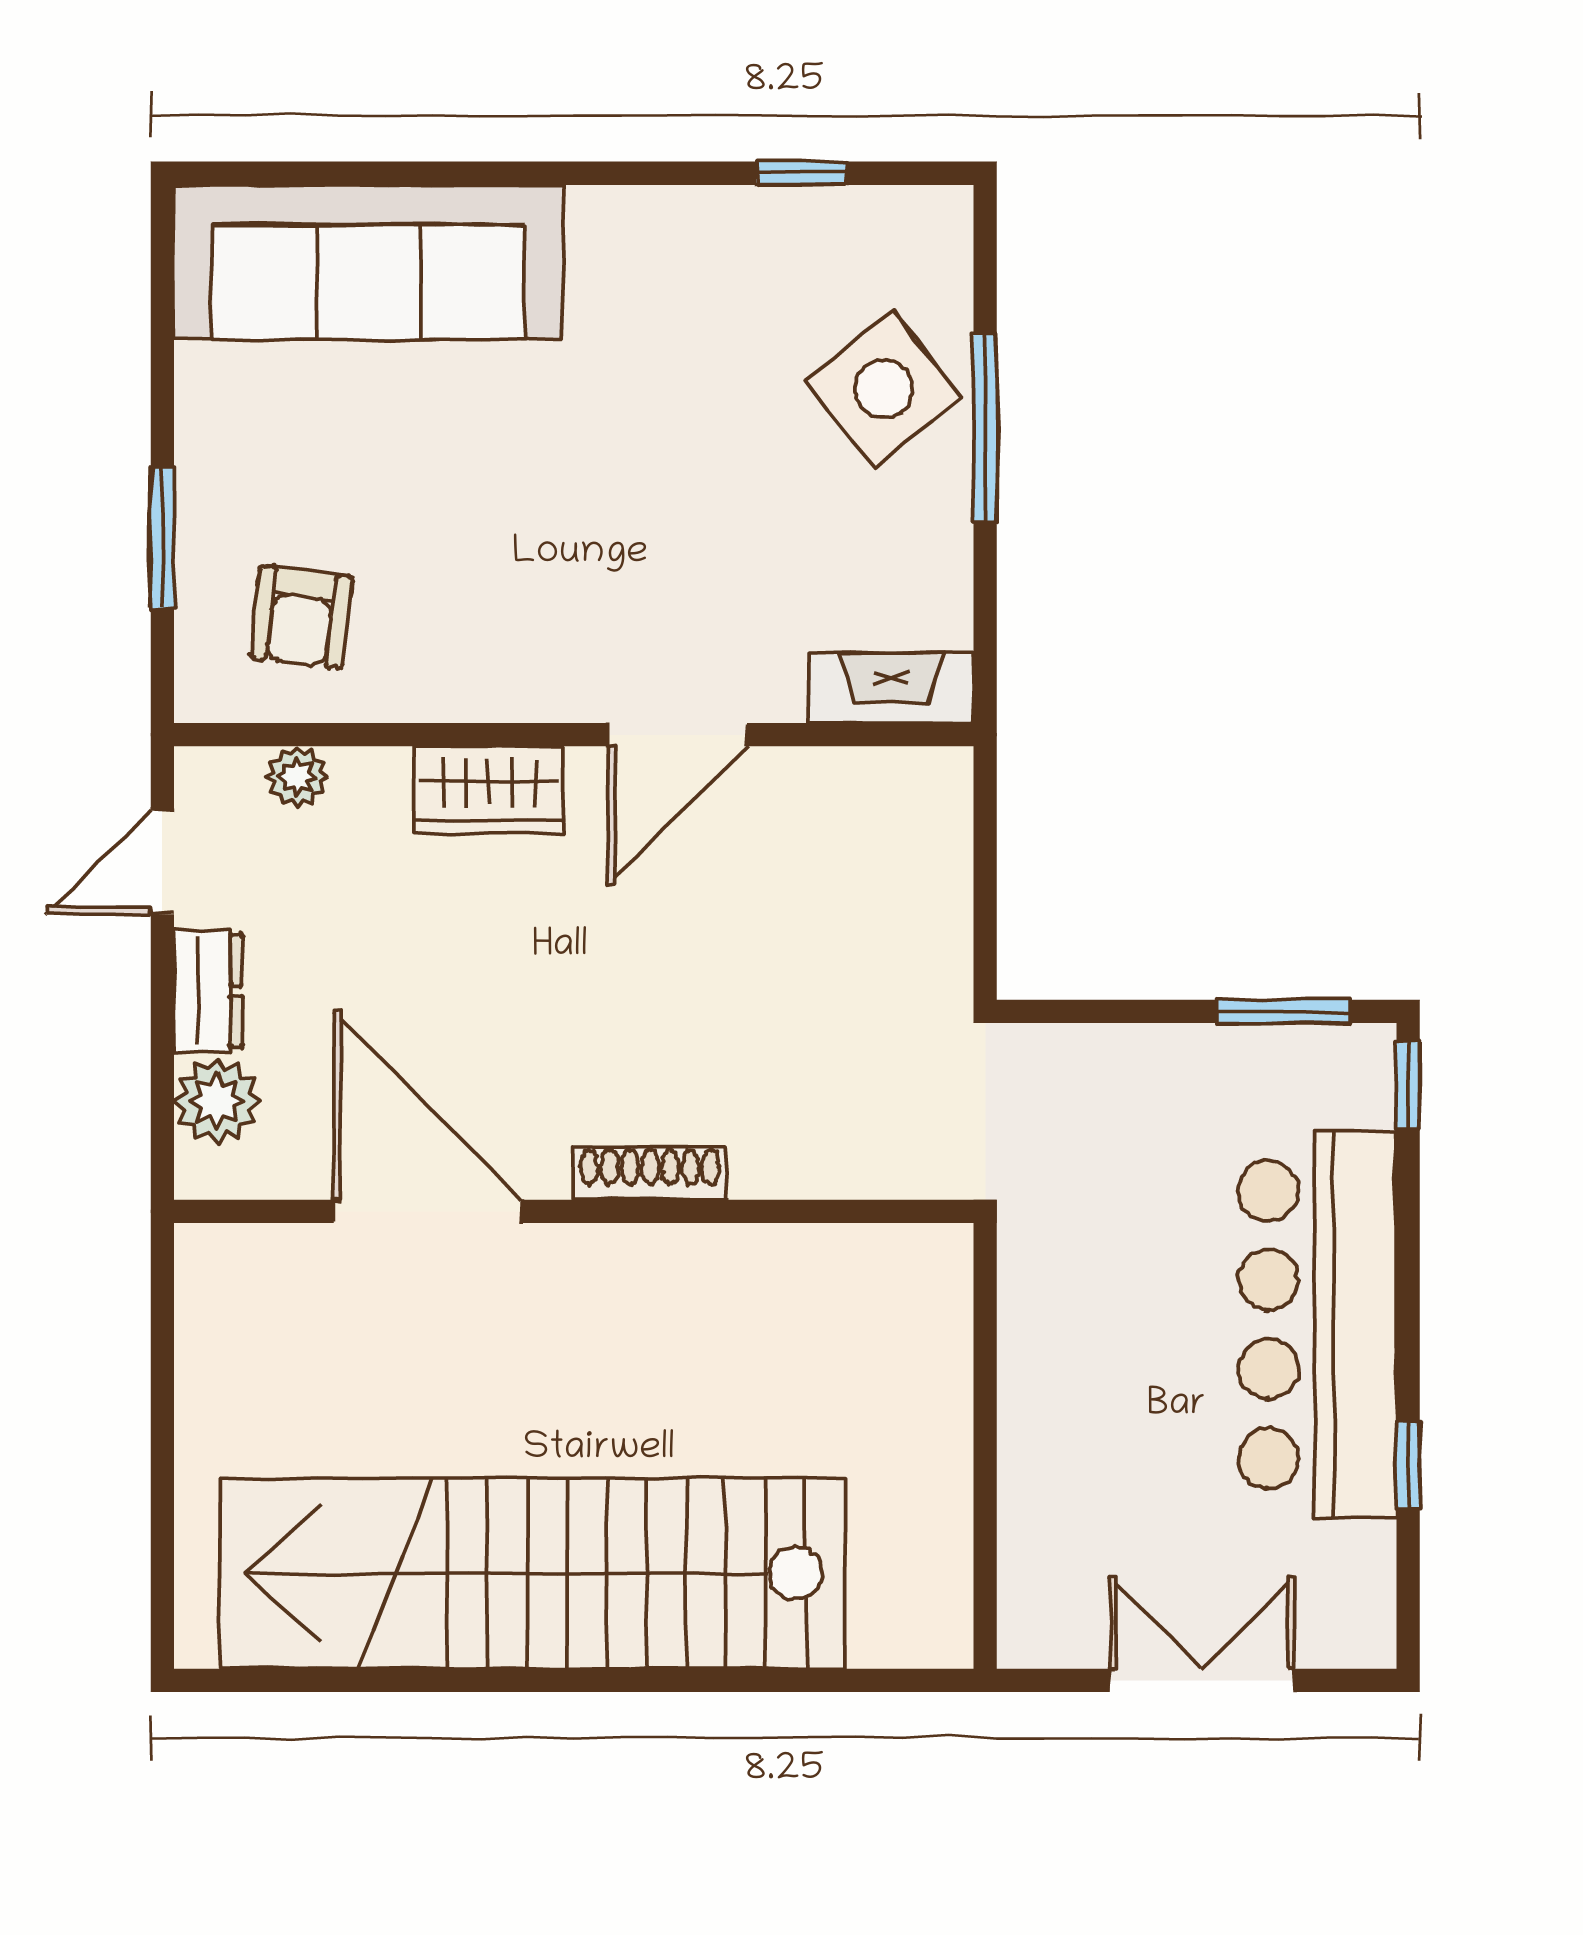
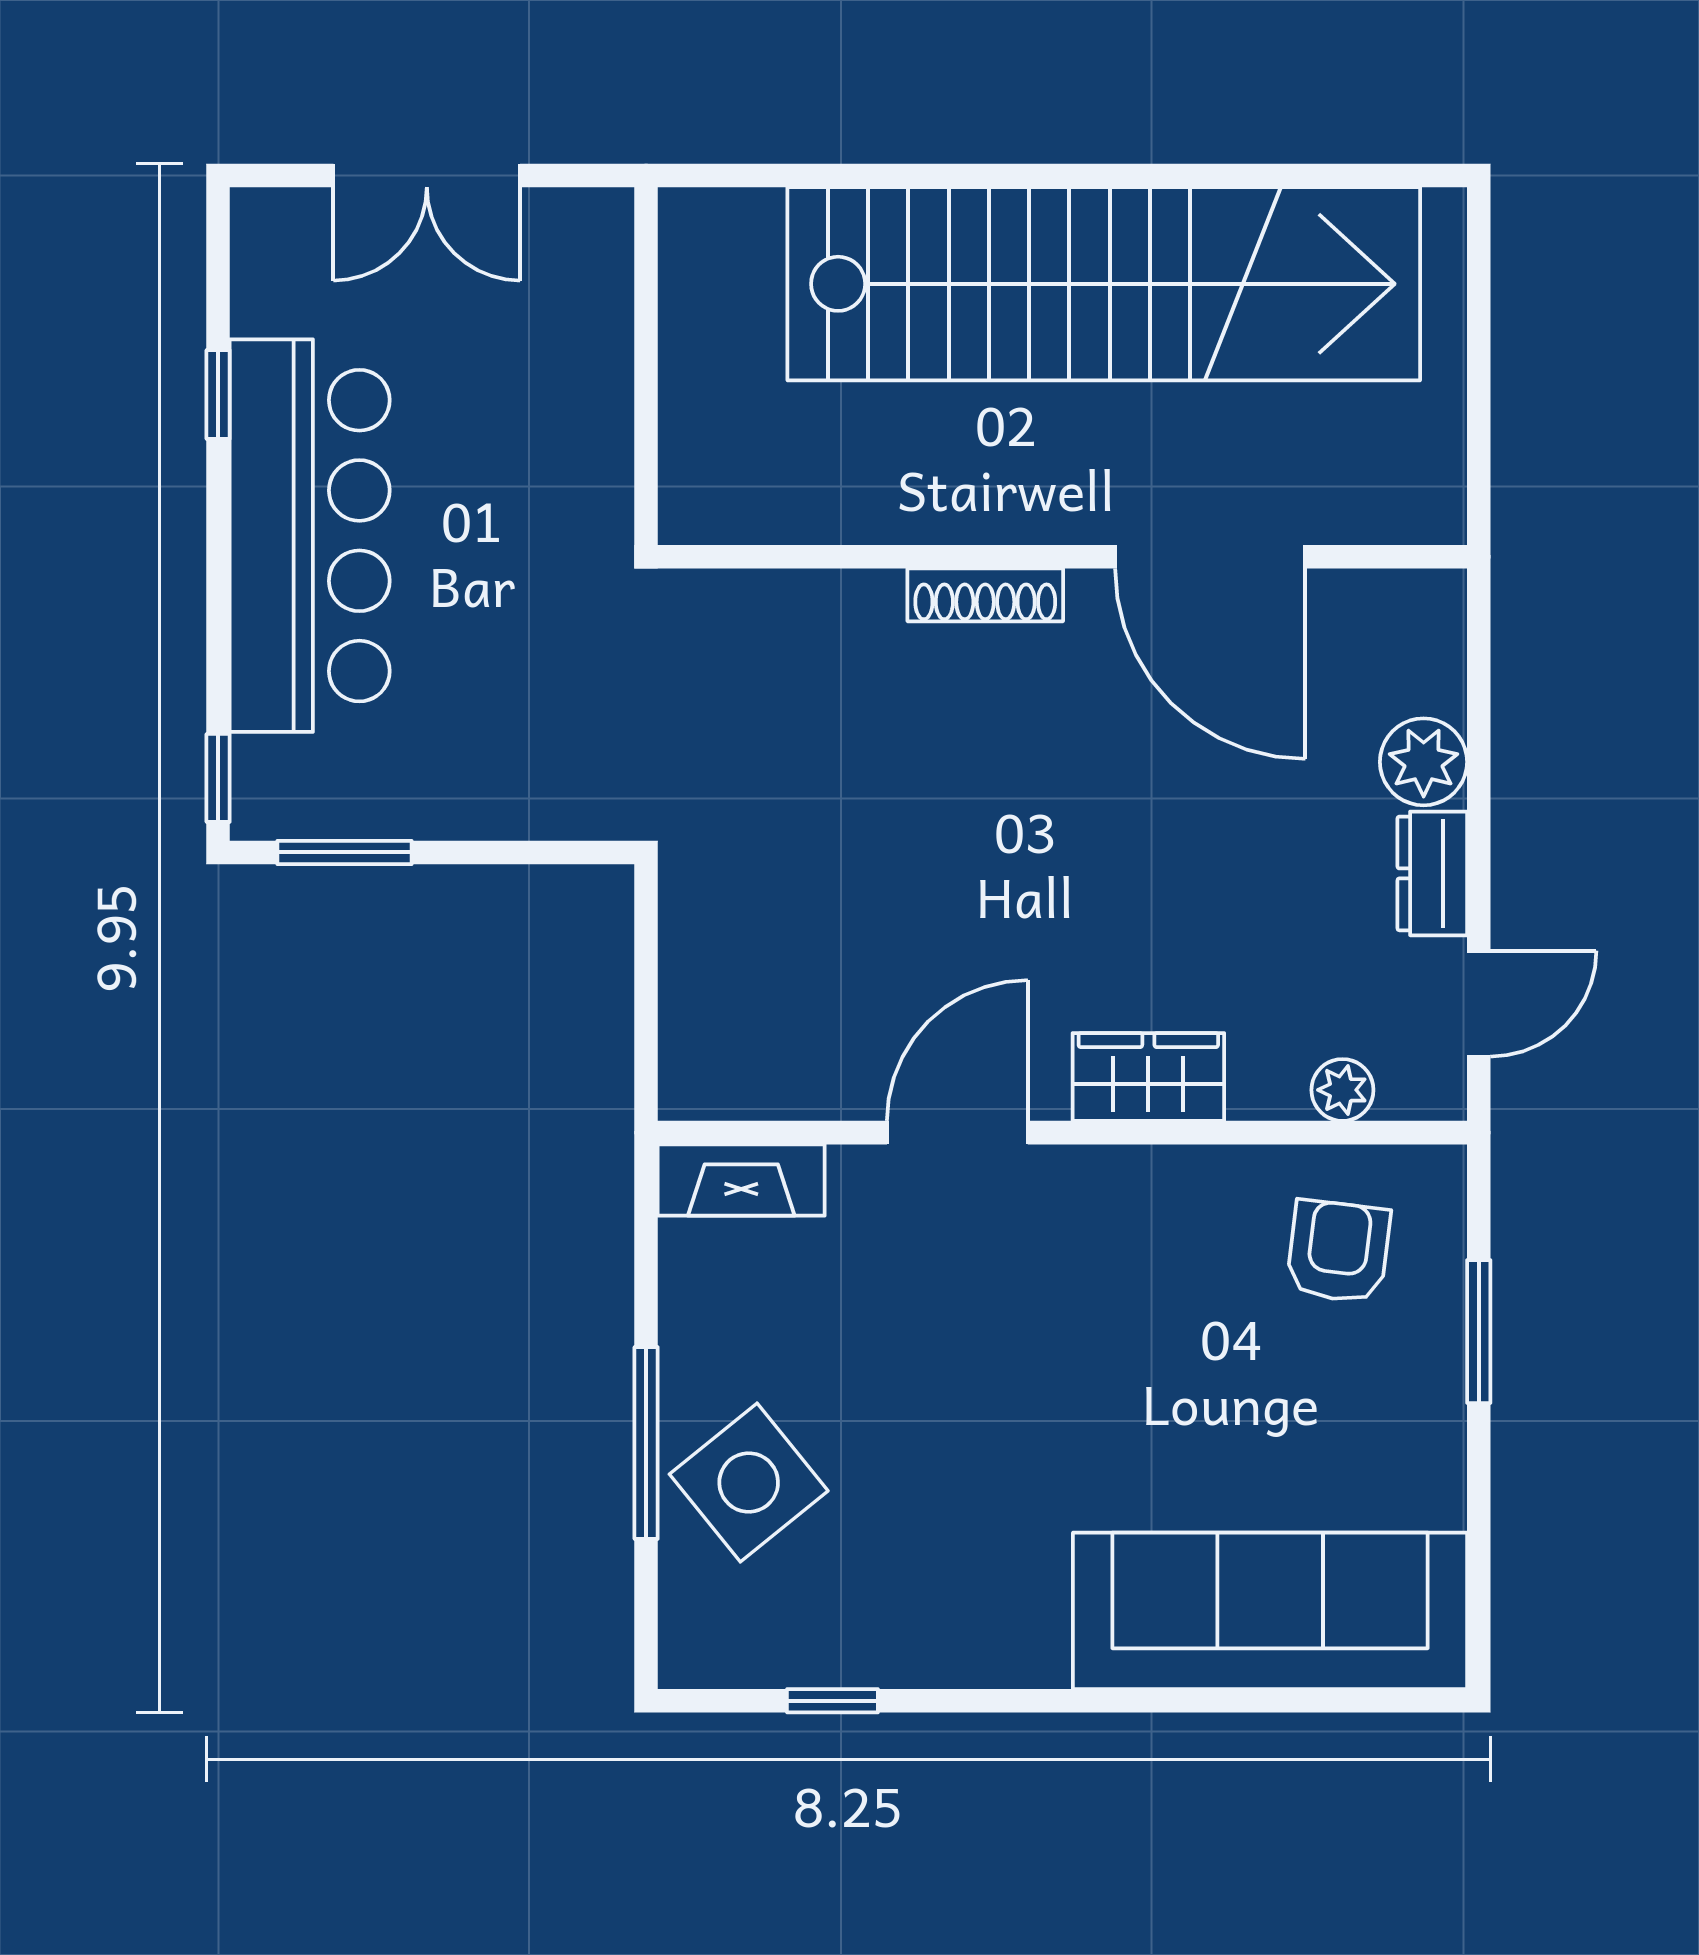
shoe rack: (650, 1174) -> (985, 595), moved
door: (428, 1211) -> (1210, 557), moved
wall: (574, 1211) -> (1062, 557), moved

